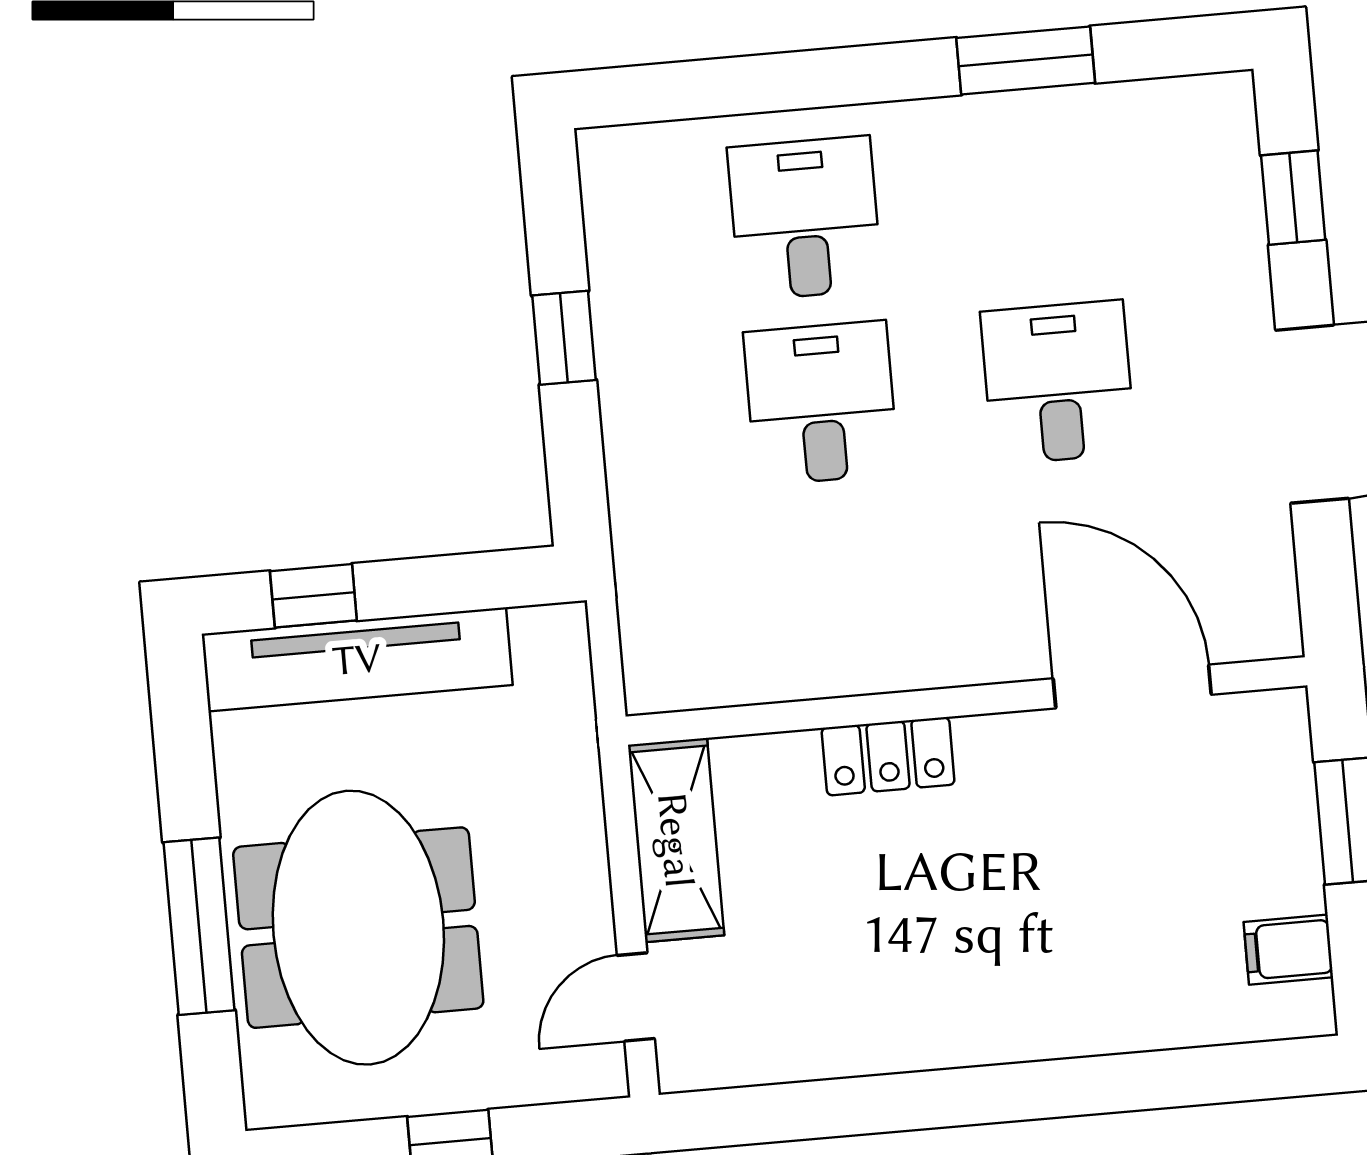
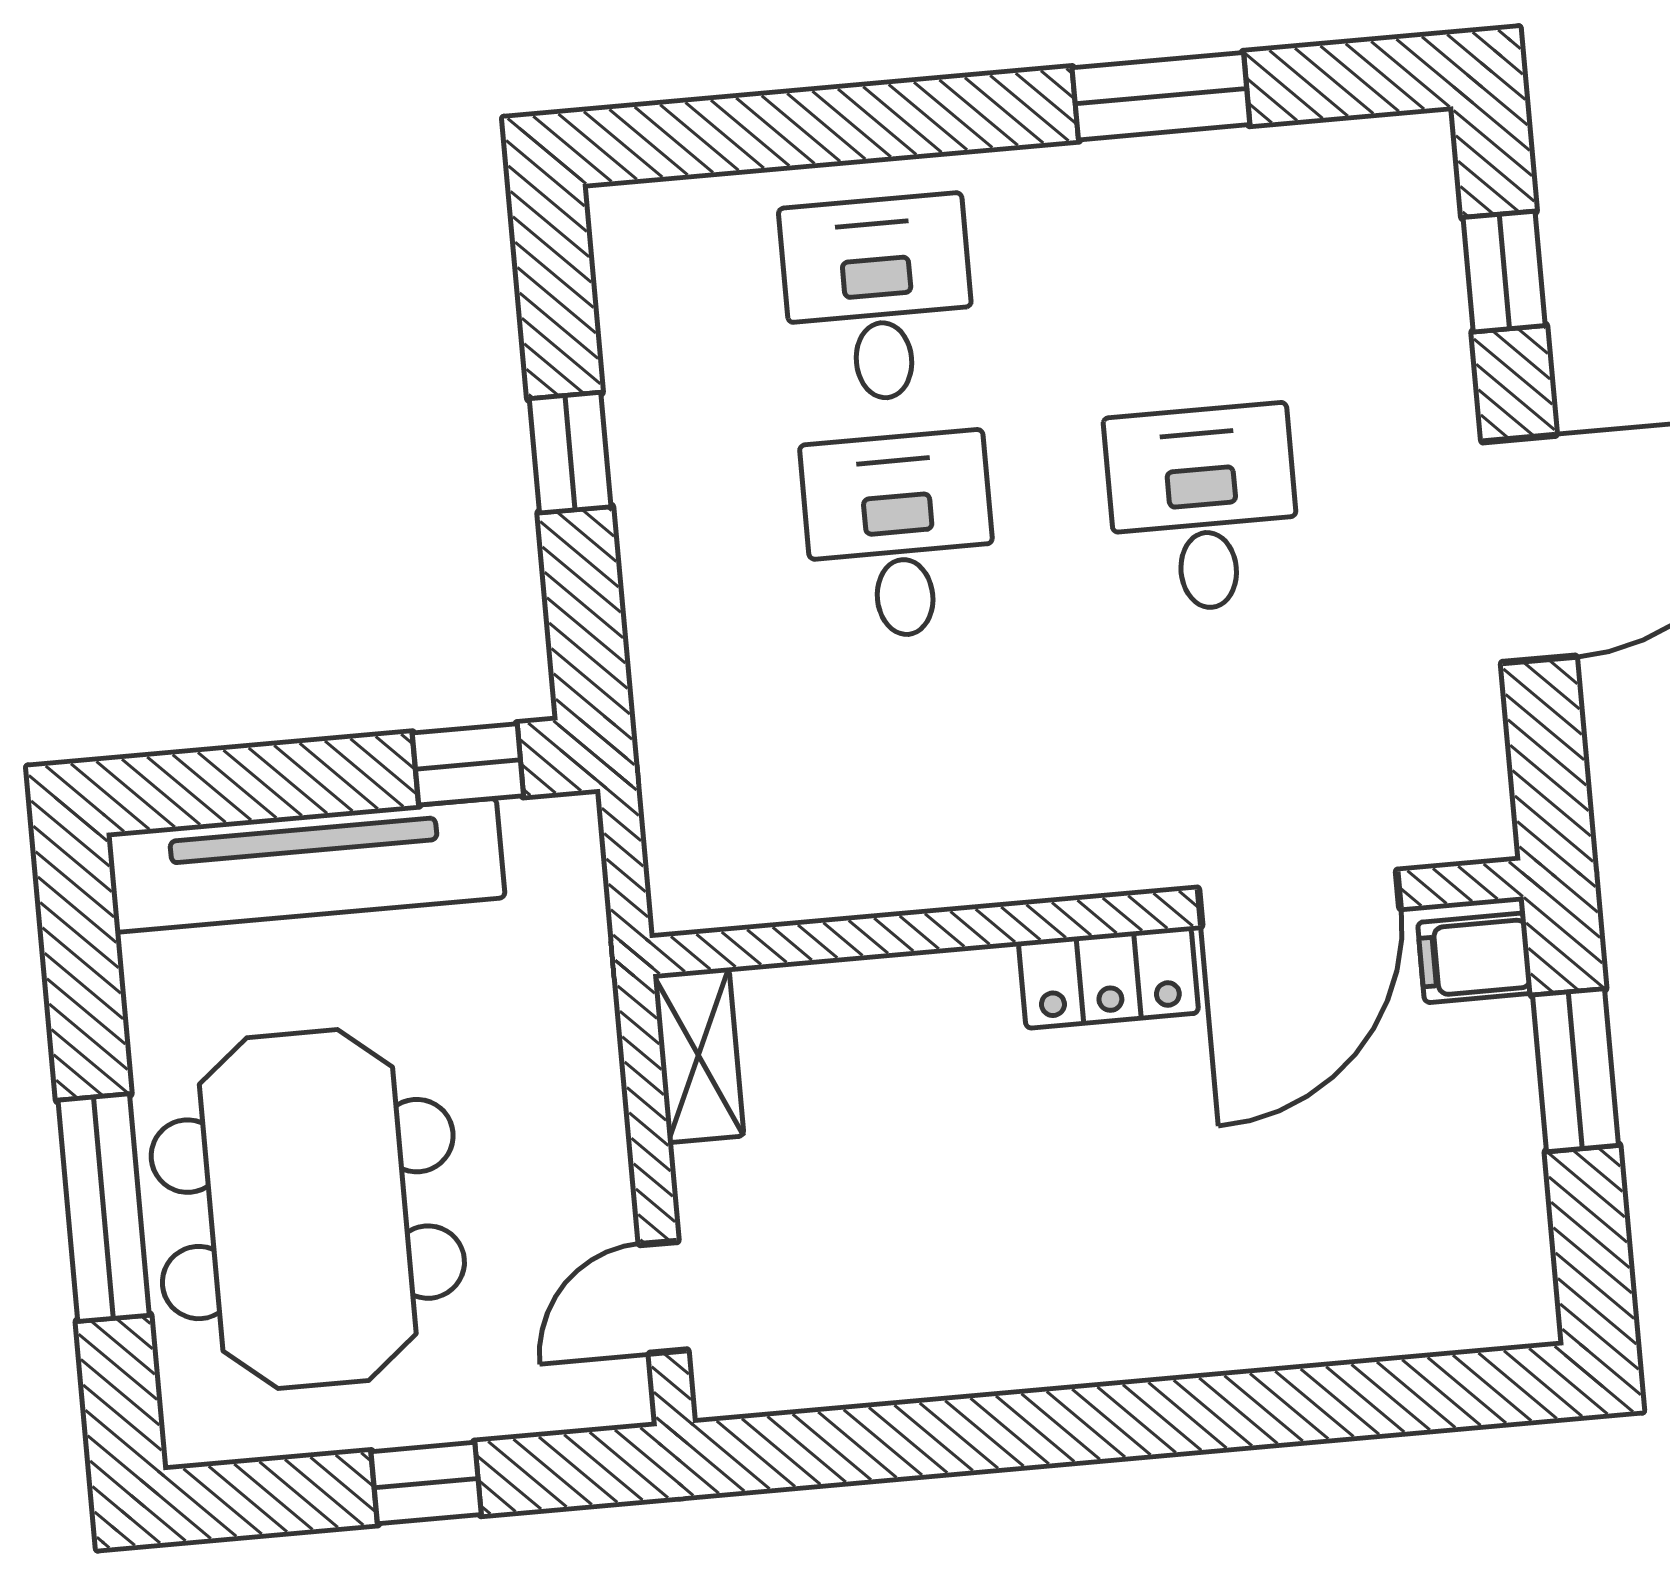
window: (313, 596) -> (468, 764), moved
door: (1132, 686) -> (1299, 898), swing flipped
locker: (888, 756) -> (1108, 977), moved
shelving: (676, 840) -> (698, 1055), width x0.67, depth x0.75
filing cabinet: (1288, 950) -> (1475, 958), moved

